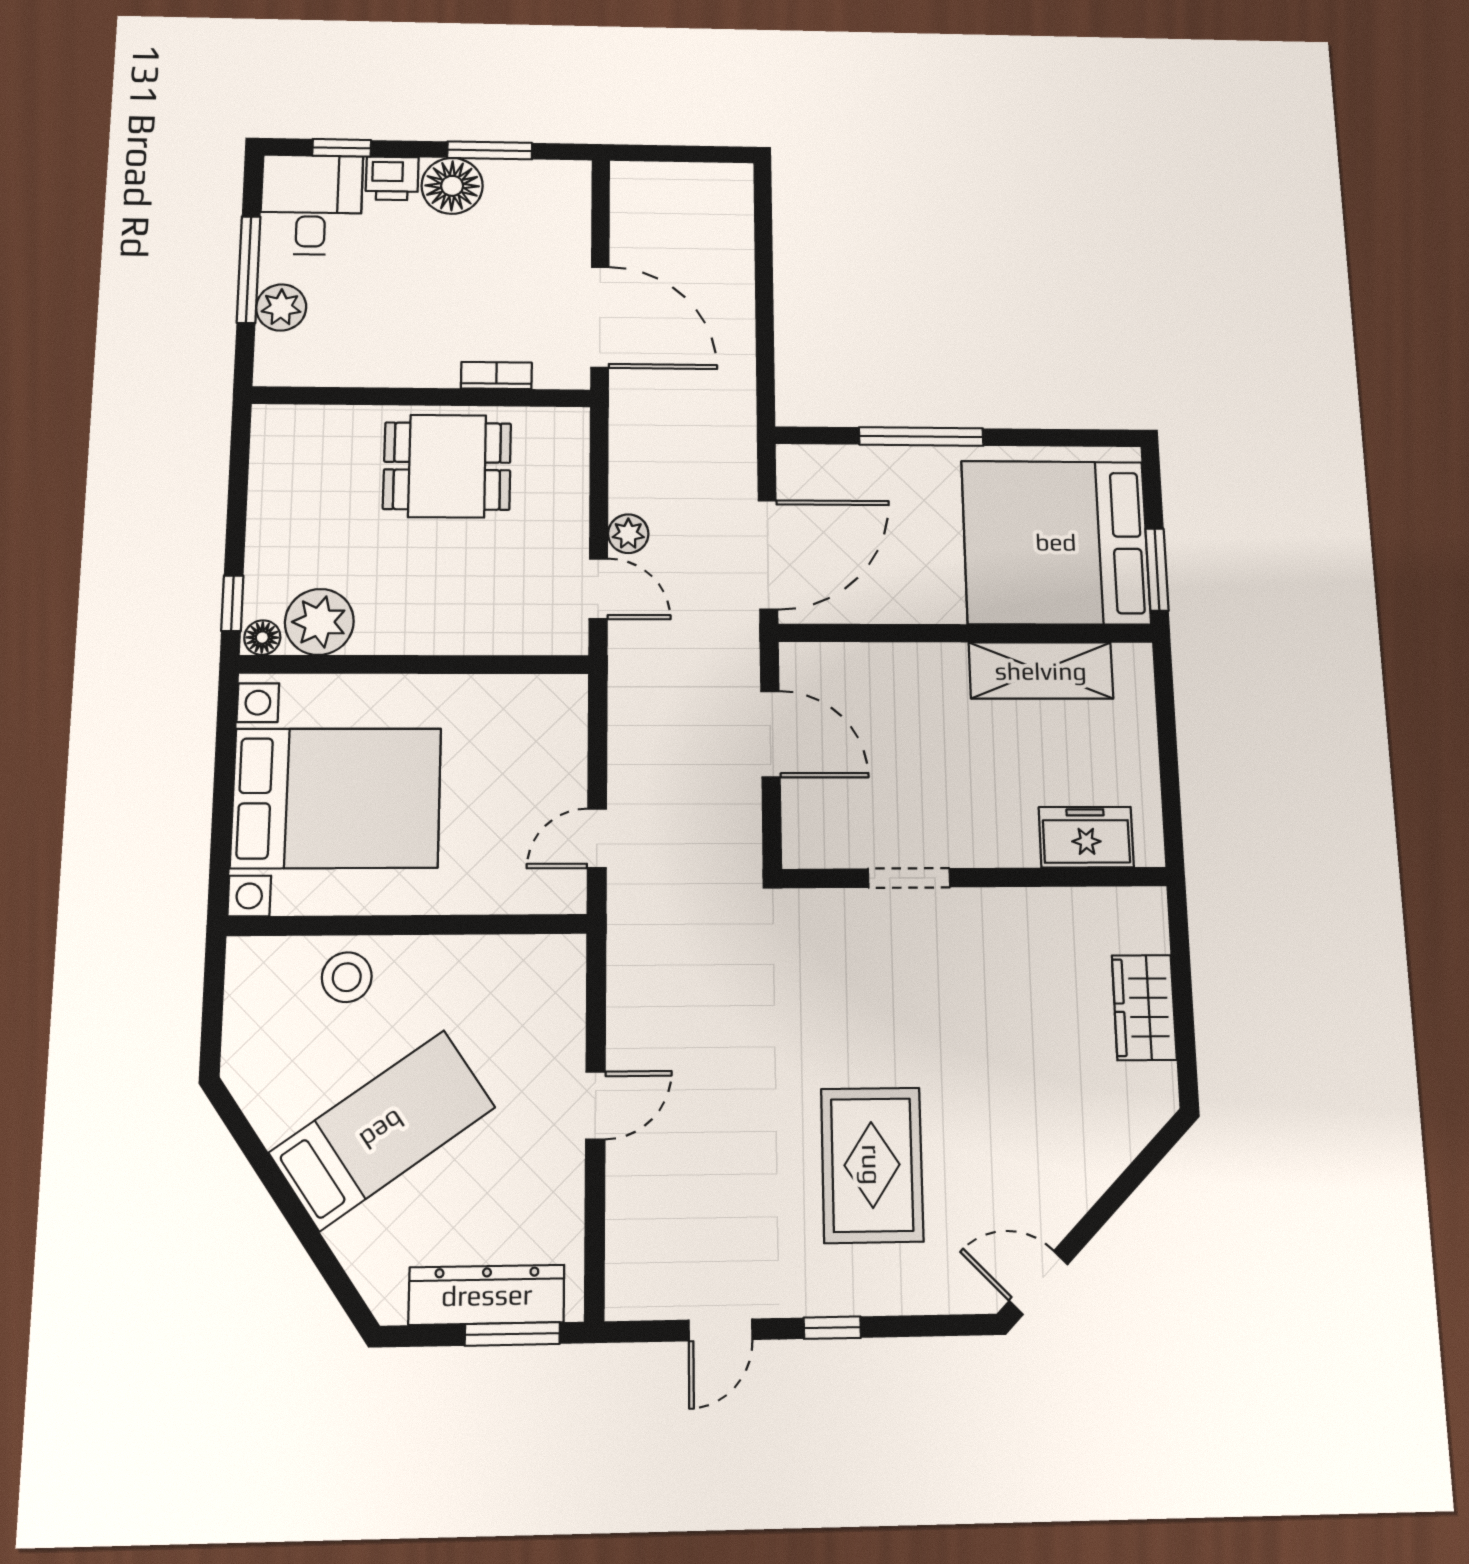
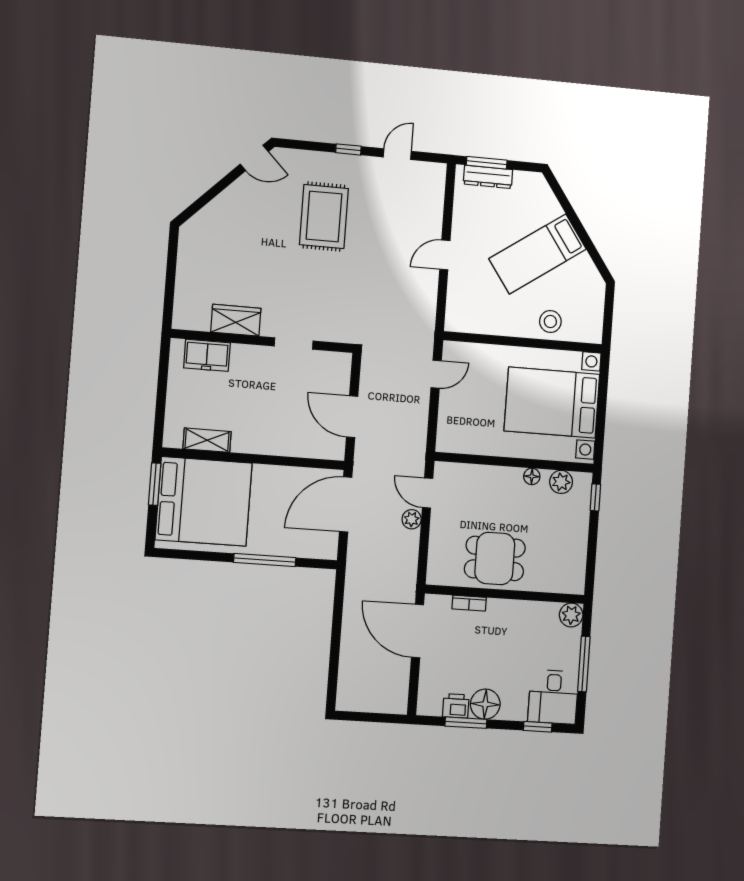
printer: (392, 178) -> (456, 706), moved
plant: (281, 307) -> (571, 615), moved
plant: (319, 622) -> (561, 482), width x0.73, depth x0.73
floor lamp: (262, 638) -> (532, 476), moved
shelving: (1041, 671) -> (207, 440), width x0.67, depth x0.75
wardrobe: (1144, 1007) -> (236, 320), moved, turned -90
dresser: (487, 1295) -> (488, 177), width x0.73, depth x0.80

